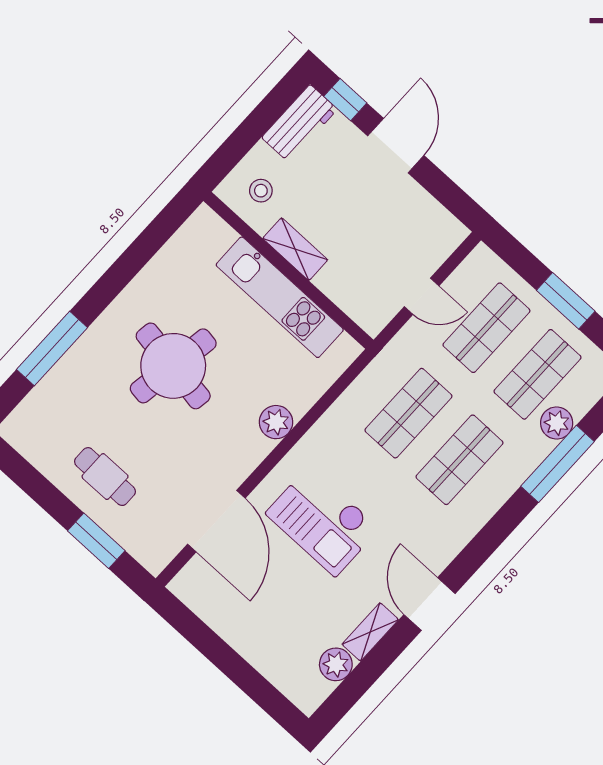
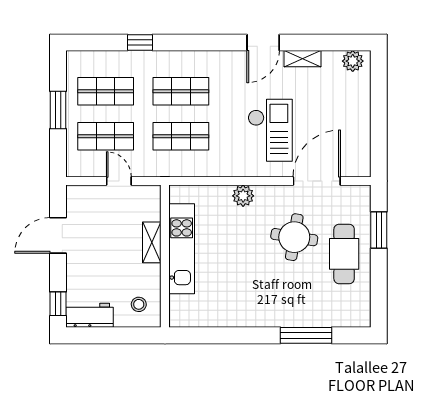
door: (396, 146) -> (58, 235), moved
shelving: (295, 249) -> (152, 242), moved
round table: (173, 366) -> (294, 237), moved, width x0.73, depth x0.73
plant: (557, 423) -> (121, 61), removed
window: (558, 464) -> (140, 42), width x0.46
cafe table: (105, 477) -> (344, 254), width x1.37, depth x1.35
plant: (336, 664) -> (353, 61), moved

